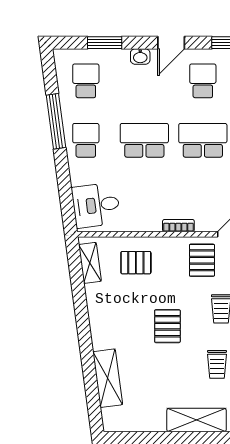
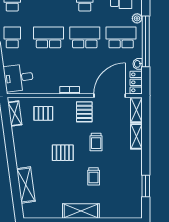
pallet: (167, 326) -> (63, 153), turned 90

